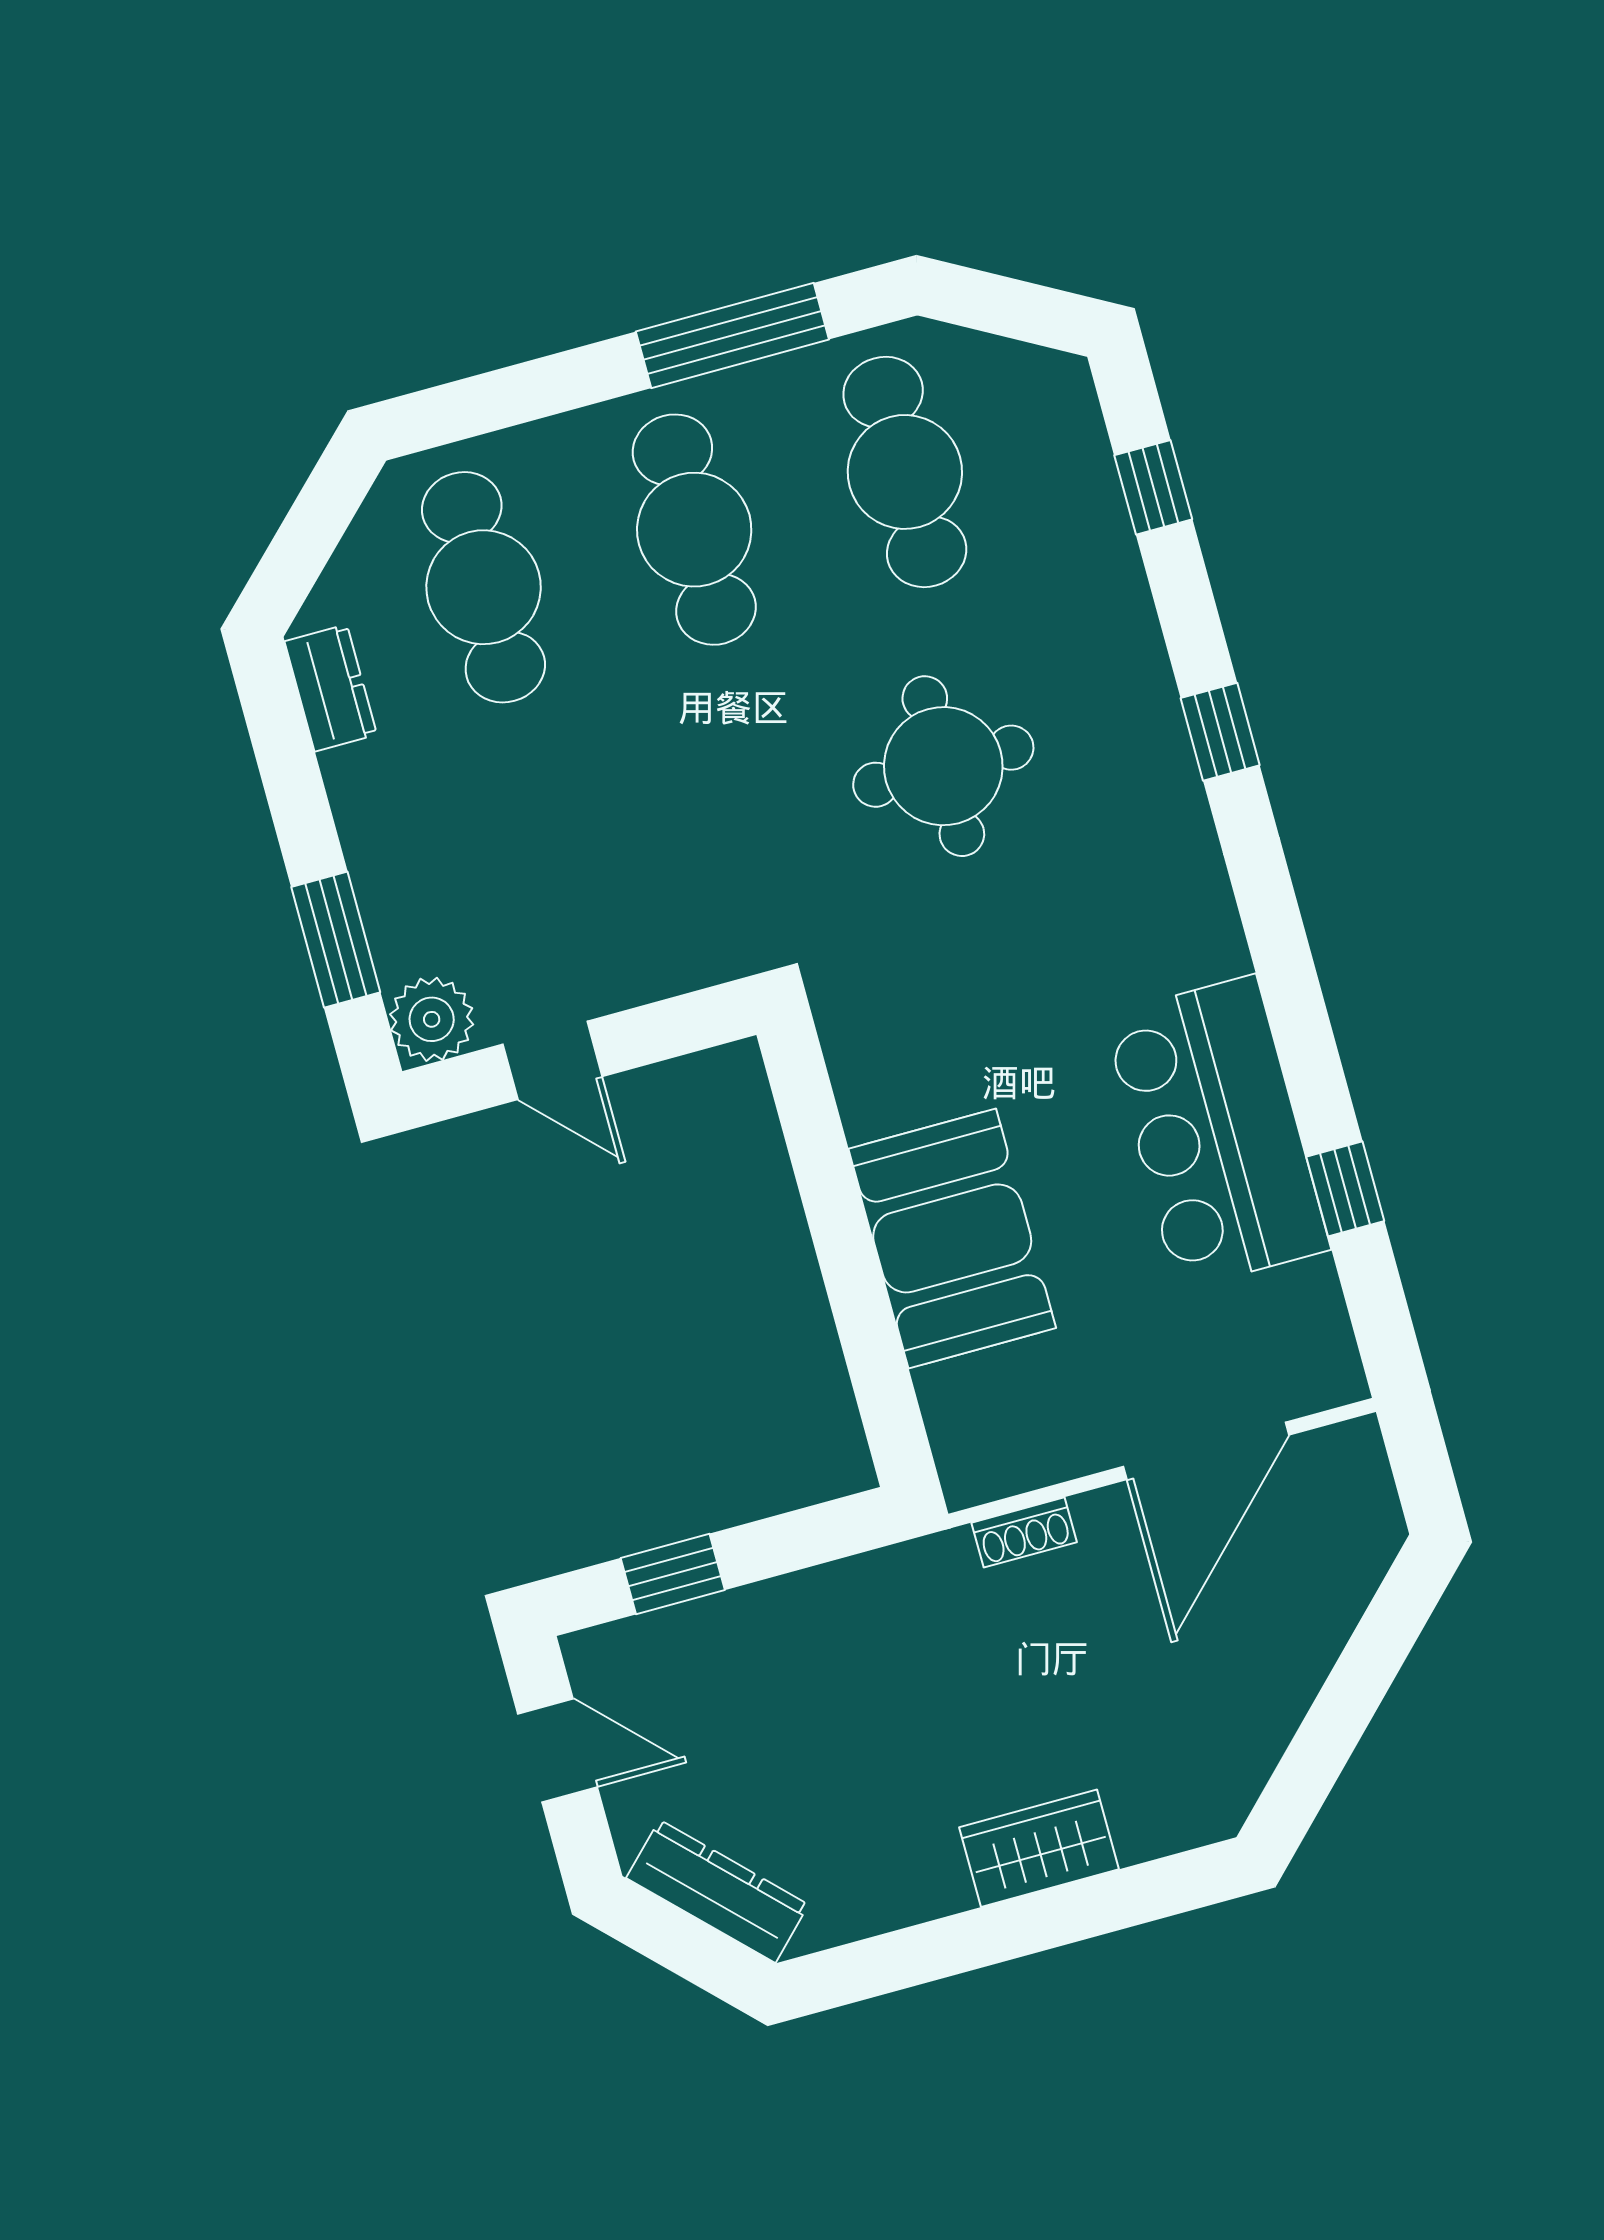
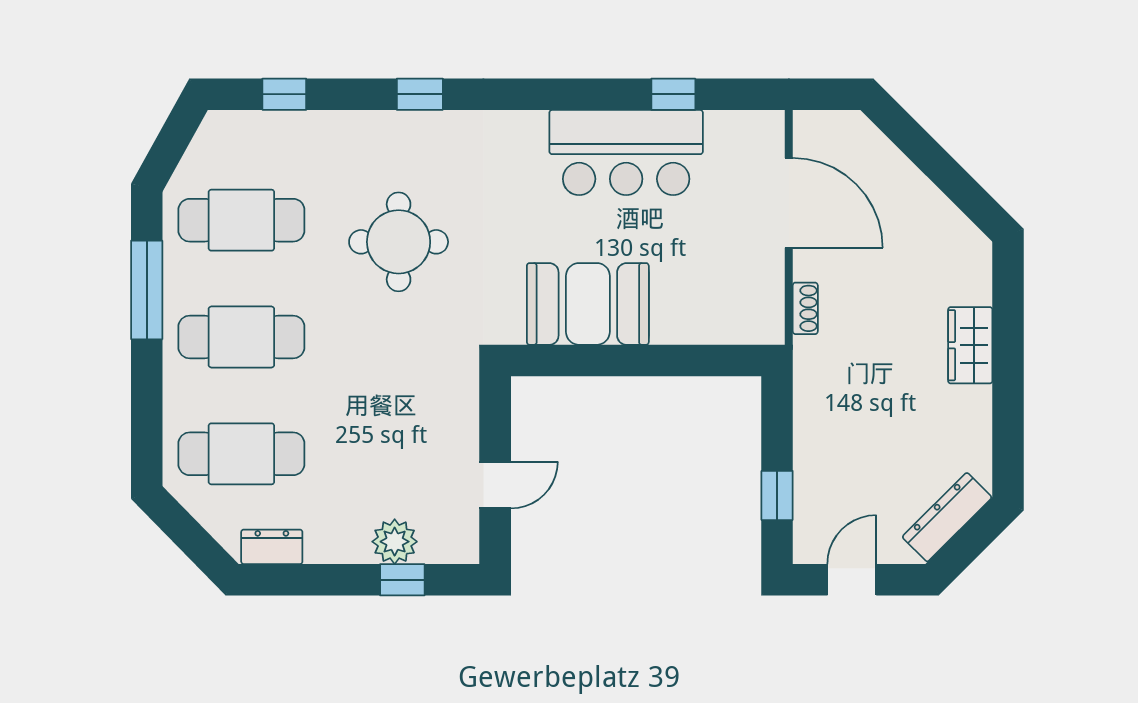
window: (336, 940) -> (402, 580), width x0.67
plant: (432, 1019) -> (395, 542), moved
booth: (952, 1238) -> (588, 304), moved

